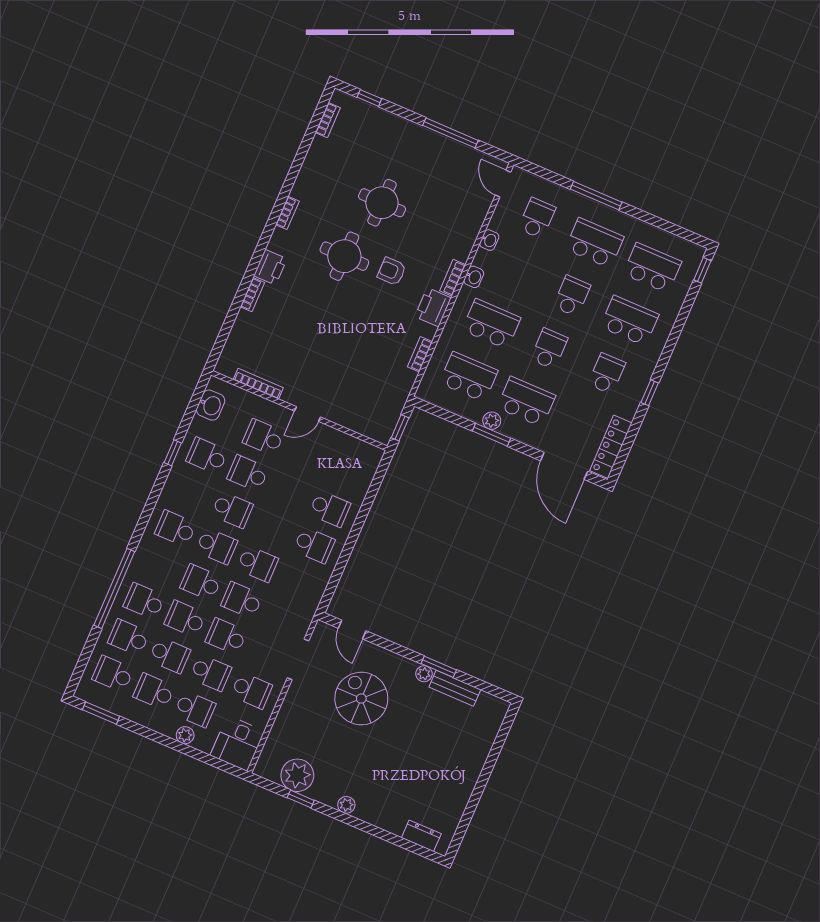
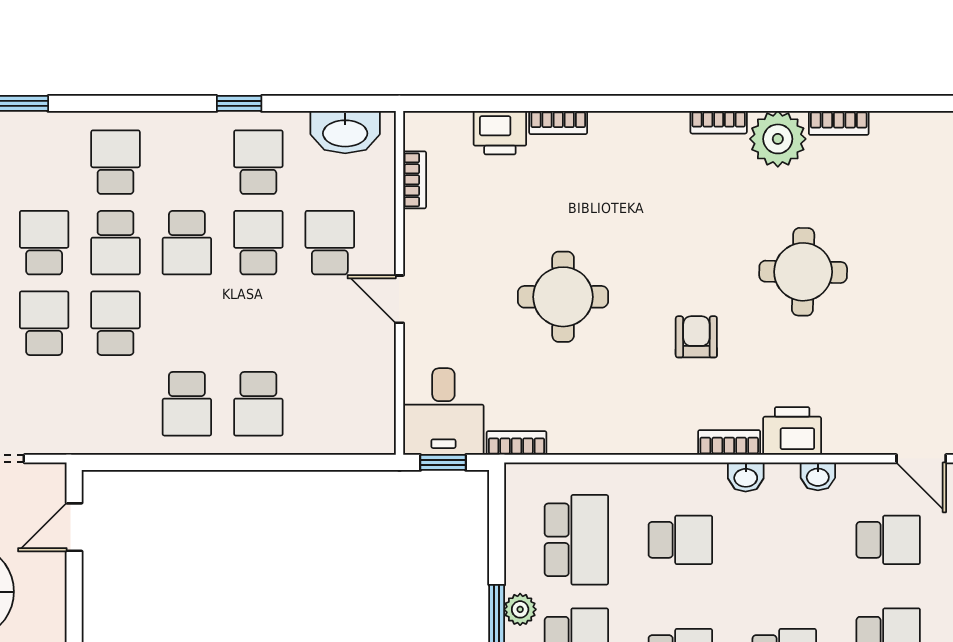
bookcase: (328, 120) -> (839, 123), moved
door: (503, 184) -> (921, 459), swing flipped
plant: (309, 186) -> (778, 139), added
round table: (344, 256) -> (563, 297), moved
printer: (270, 267) -> (500, 133), moved
printer: (433, 307) -> (792, 431), moved
school desk: (491, 324) -> (680, 540), width x0.54
bookcase: (420, 354) -> (517, 443), moved
bookcase: (258, 384) -> (415, 180), width x0.64
washbasin: (211, 405) -> (345, 132), width x1.38
desk: (374, 416) -> (443, 412), added
school desk: (257, 564) -> (116, 323), turned 180

